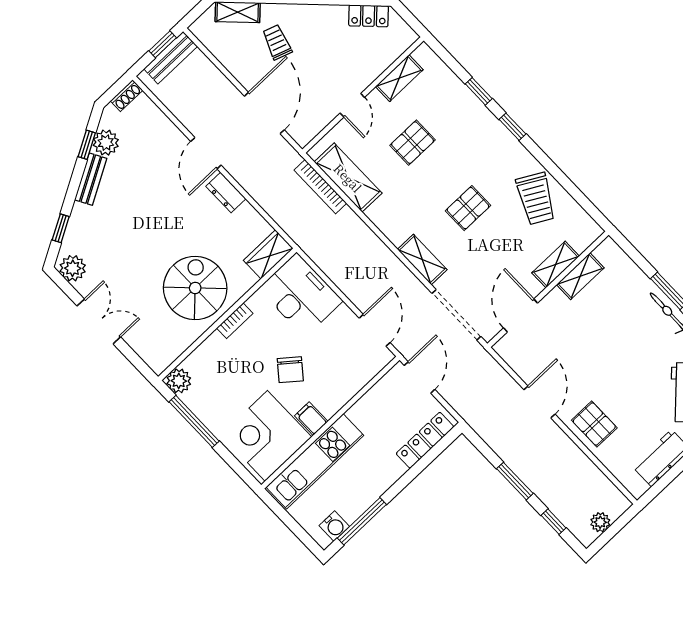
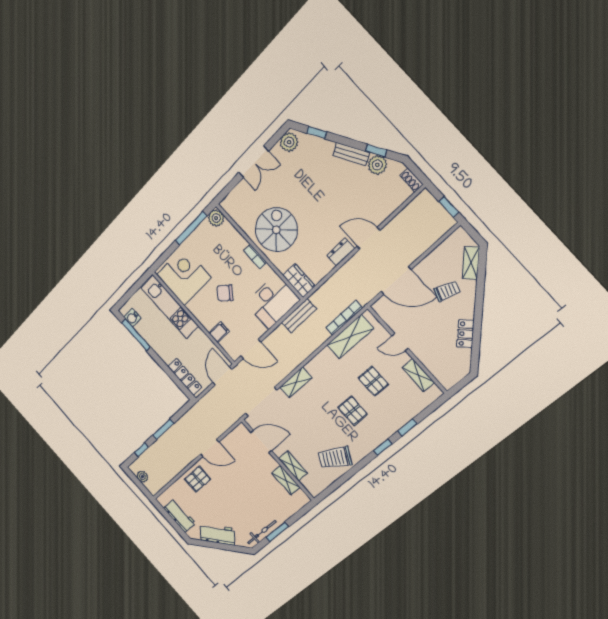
locker: (369, 16) -> (465, 334), moved
bench: (171, 58) -> (299, 316), moved, turned 90
pallet: (468, 208) -> (353, 411), moved
spiral stairs: (195, 288) -> (276, 230), turned -90
door: (420, 377) -> (222, 376), swing flipped
filing cabinet: (311, 419) -> (219, 332), moved

